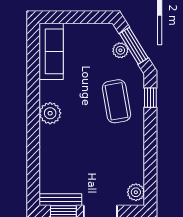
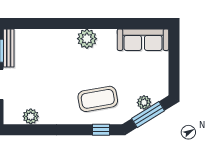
plant: (136, 192) -> (31, 116), moved

